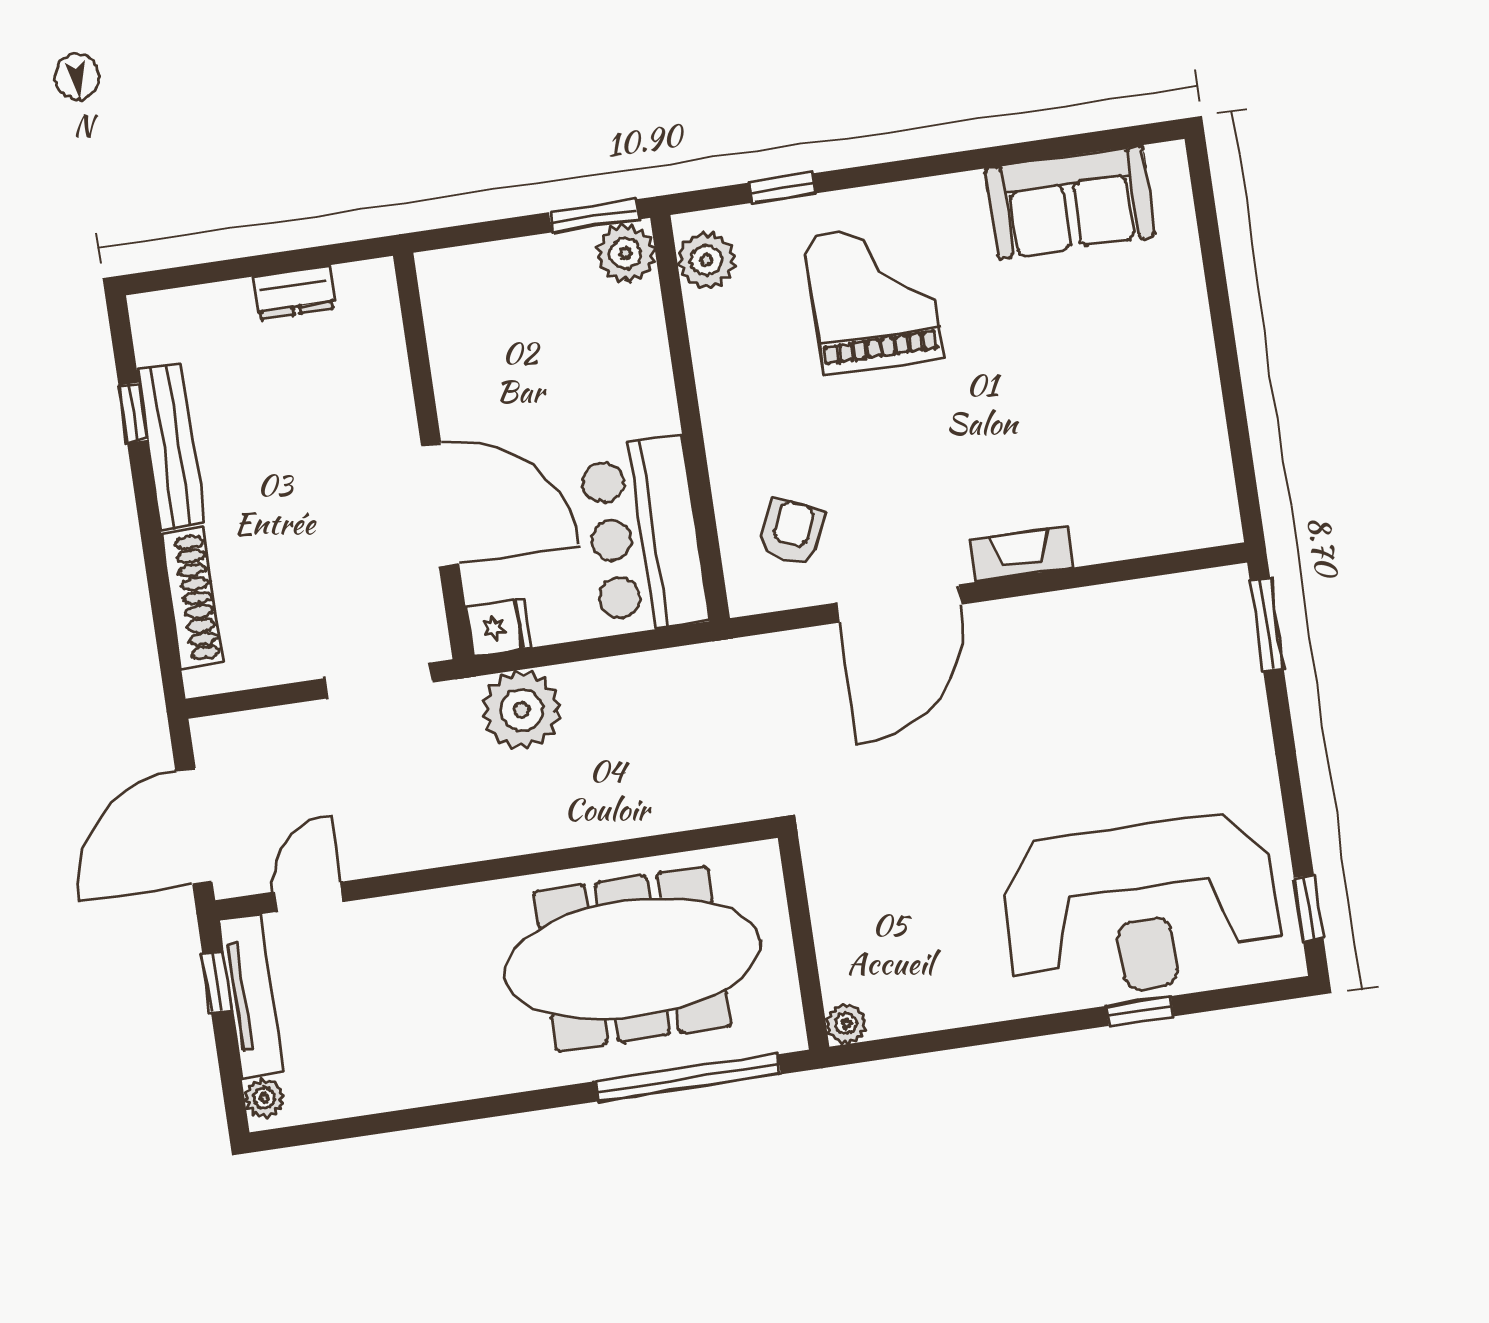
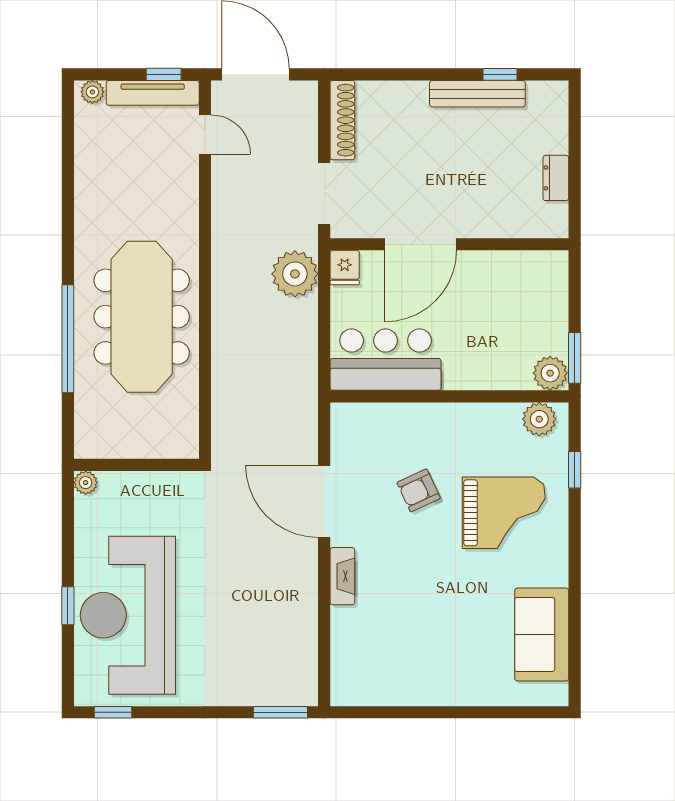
armchair: (792, 532) -> (419, 490), moved, turned 131
shoe rack: (192, 598) -> (342, 120), moved, turned -90
wall: (804, 942) -> (136, 465), moved
plant: (846, 1024) -> (86, 483), moved

